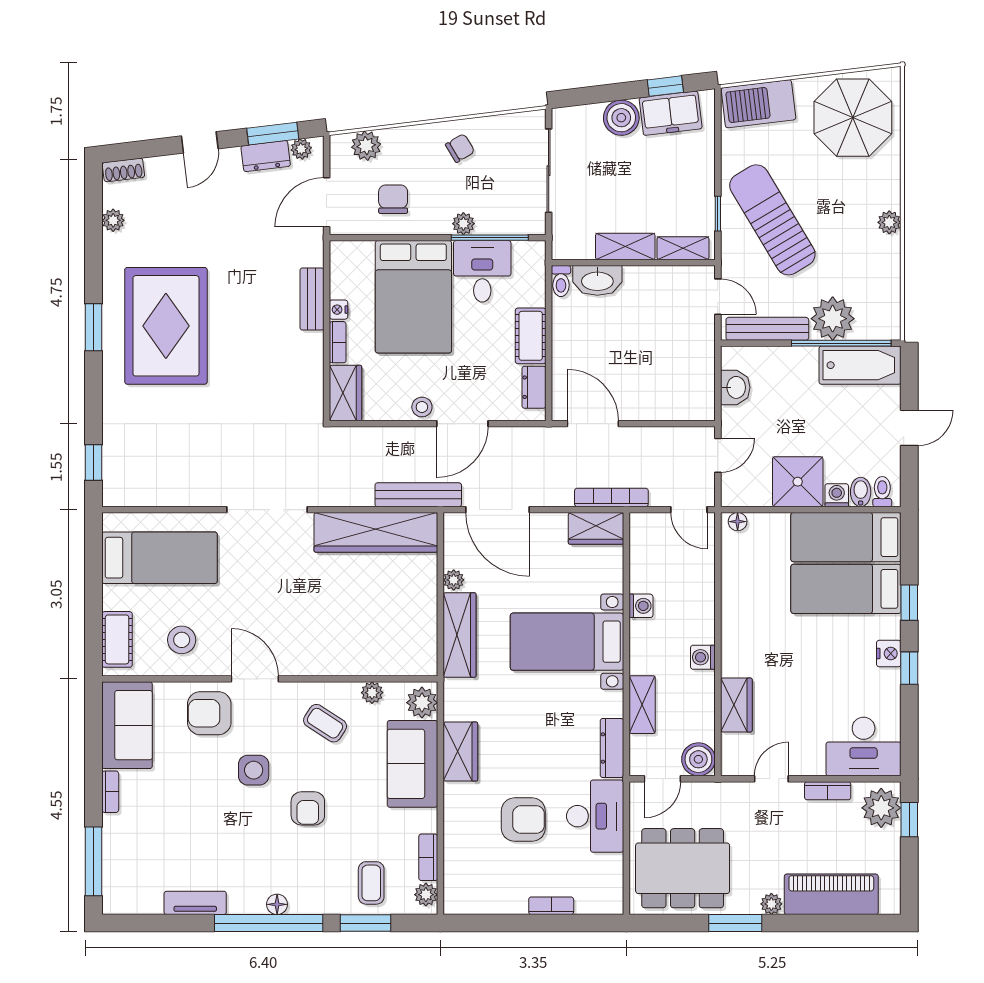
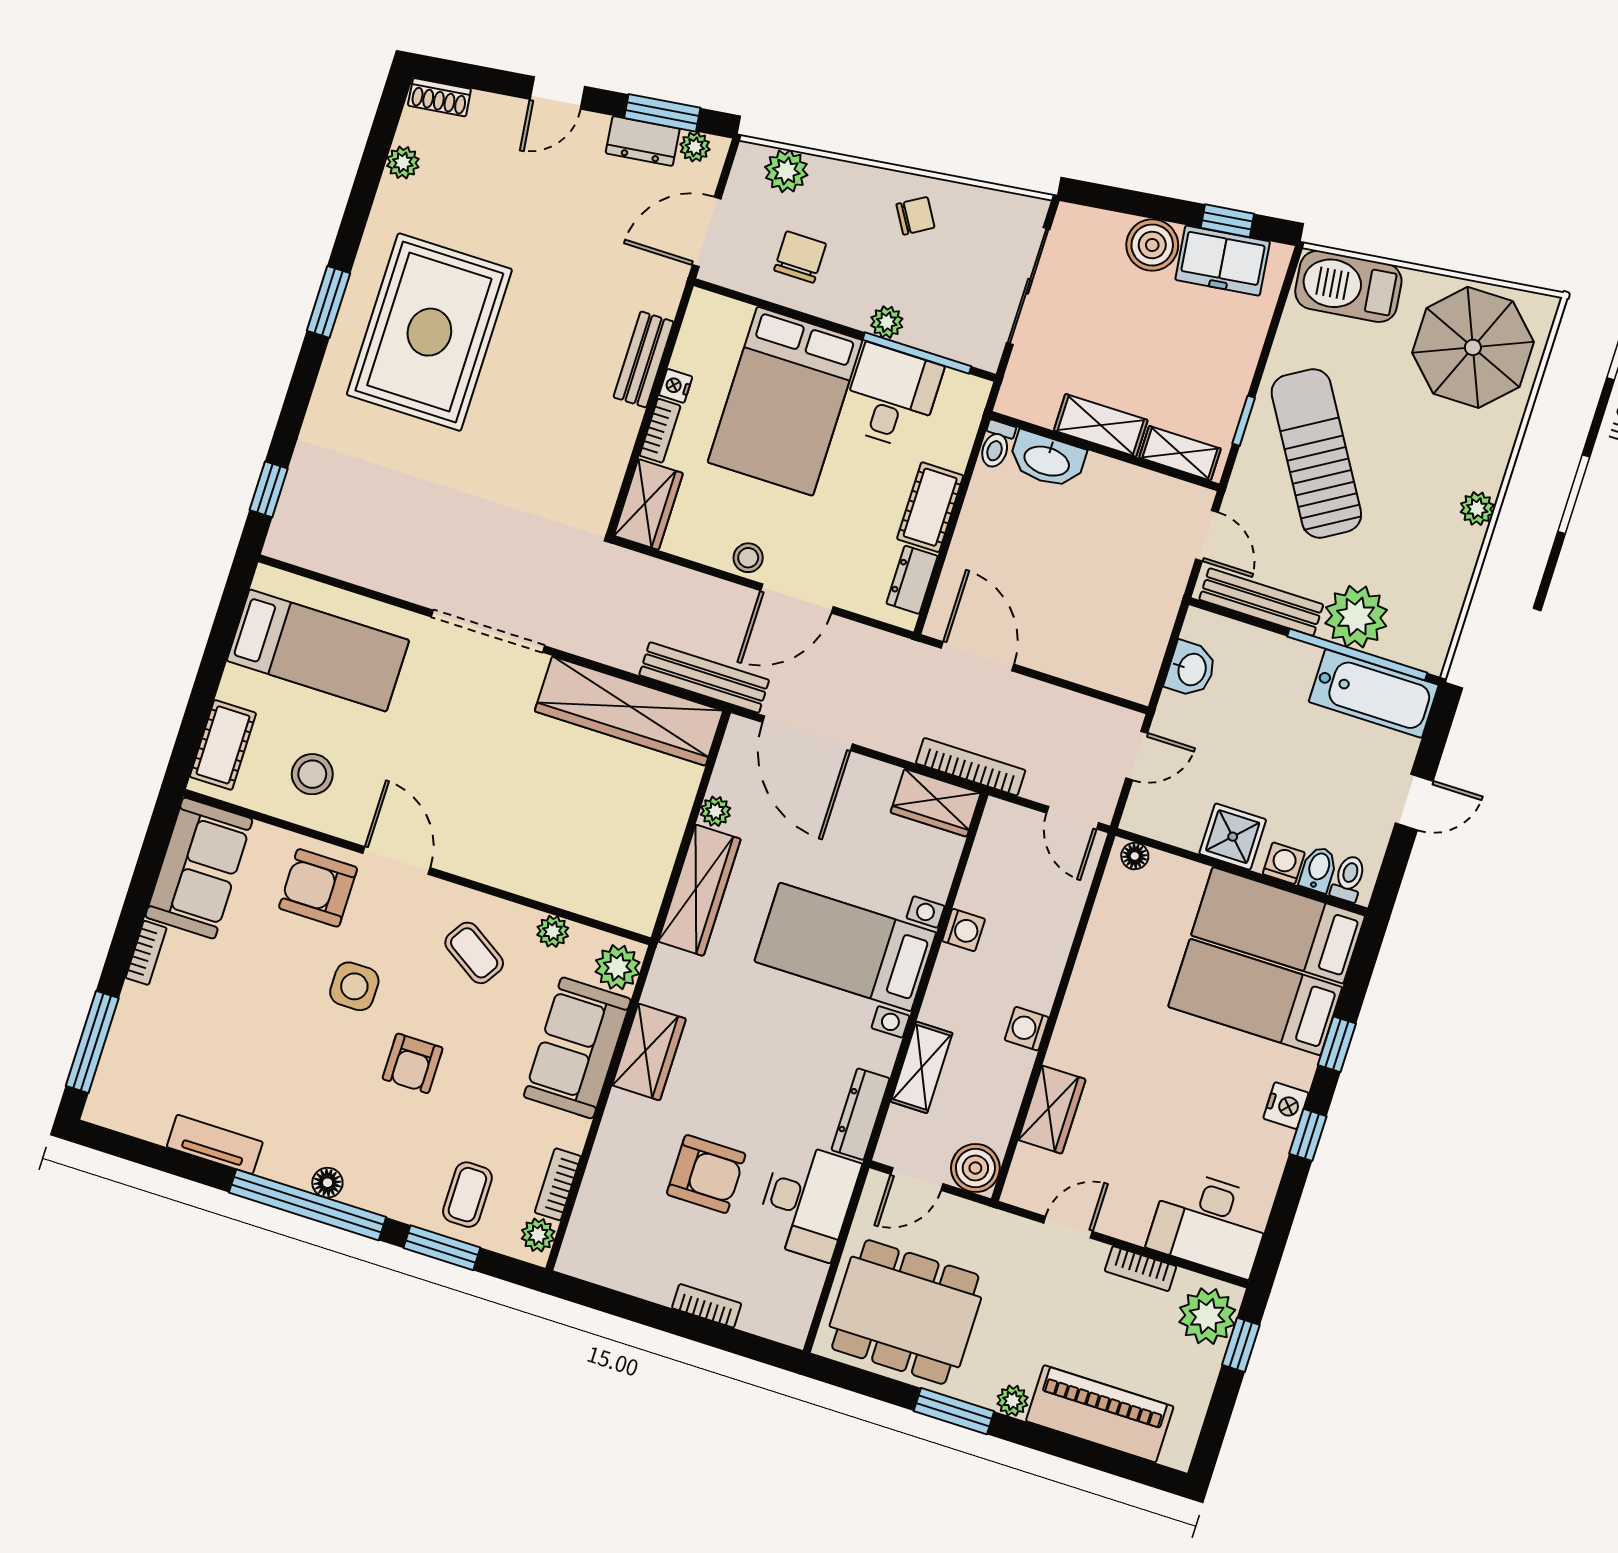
shower: (798, 482) -> (1233, 837), width x0.73, depth x0.73

